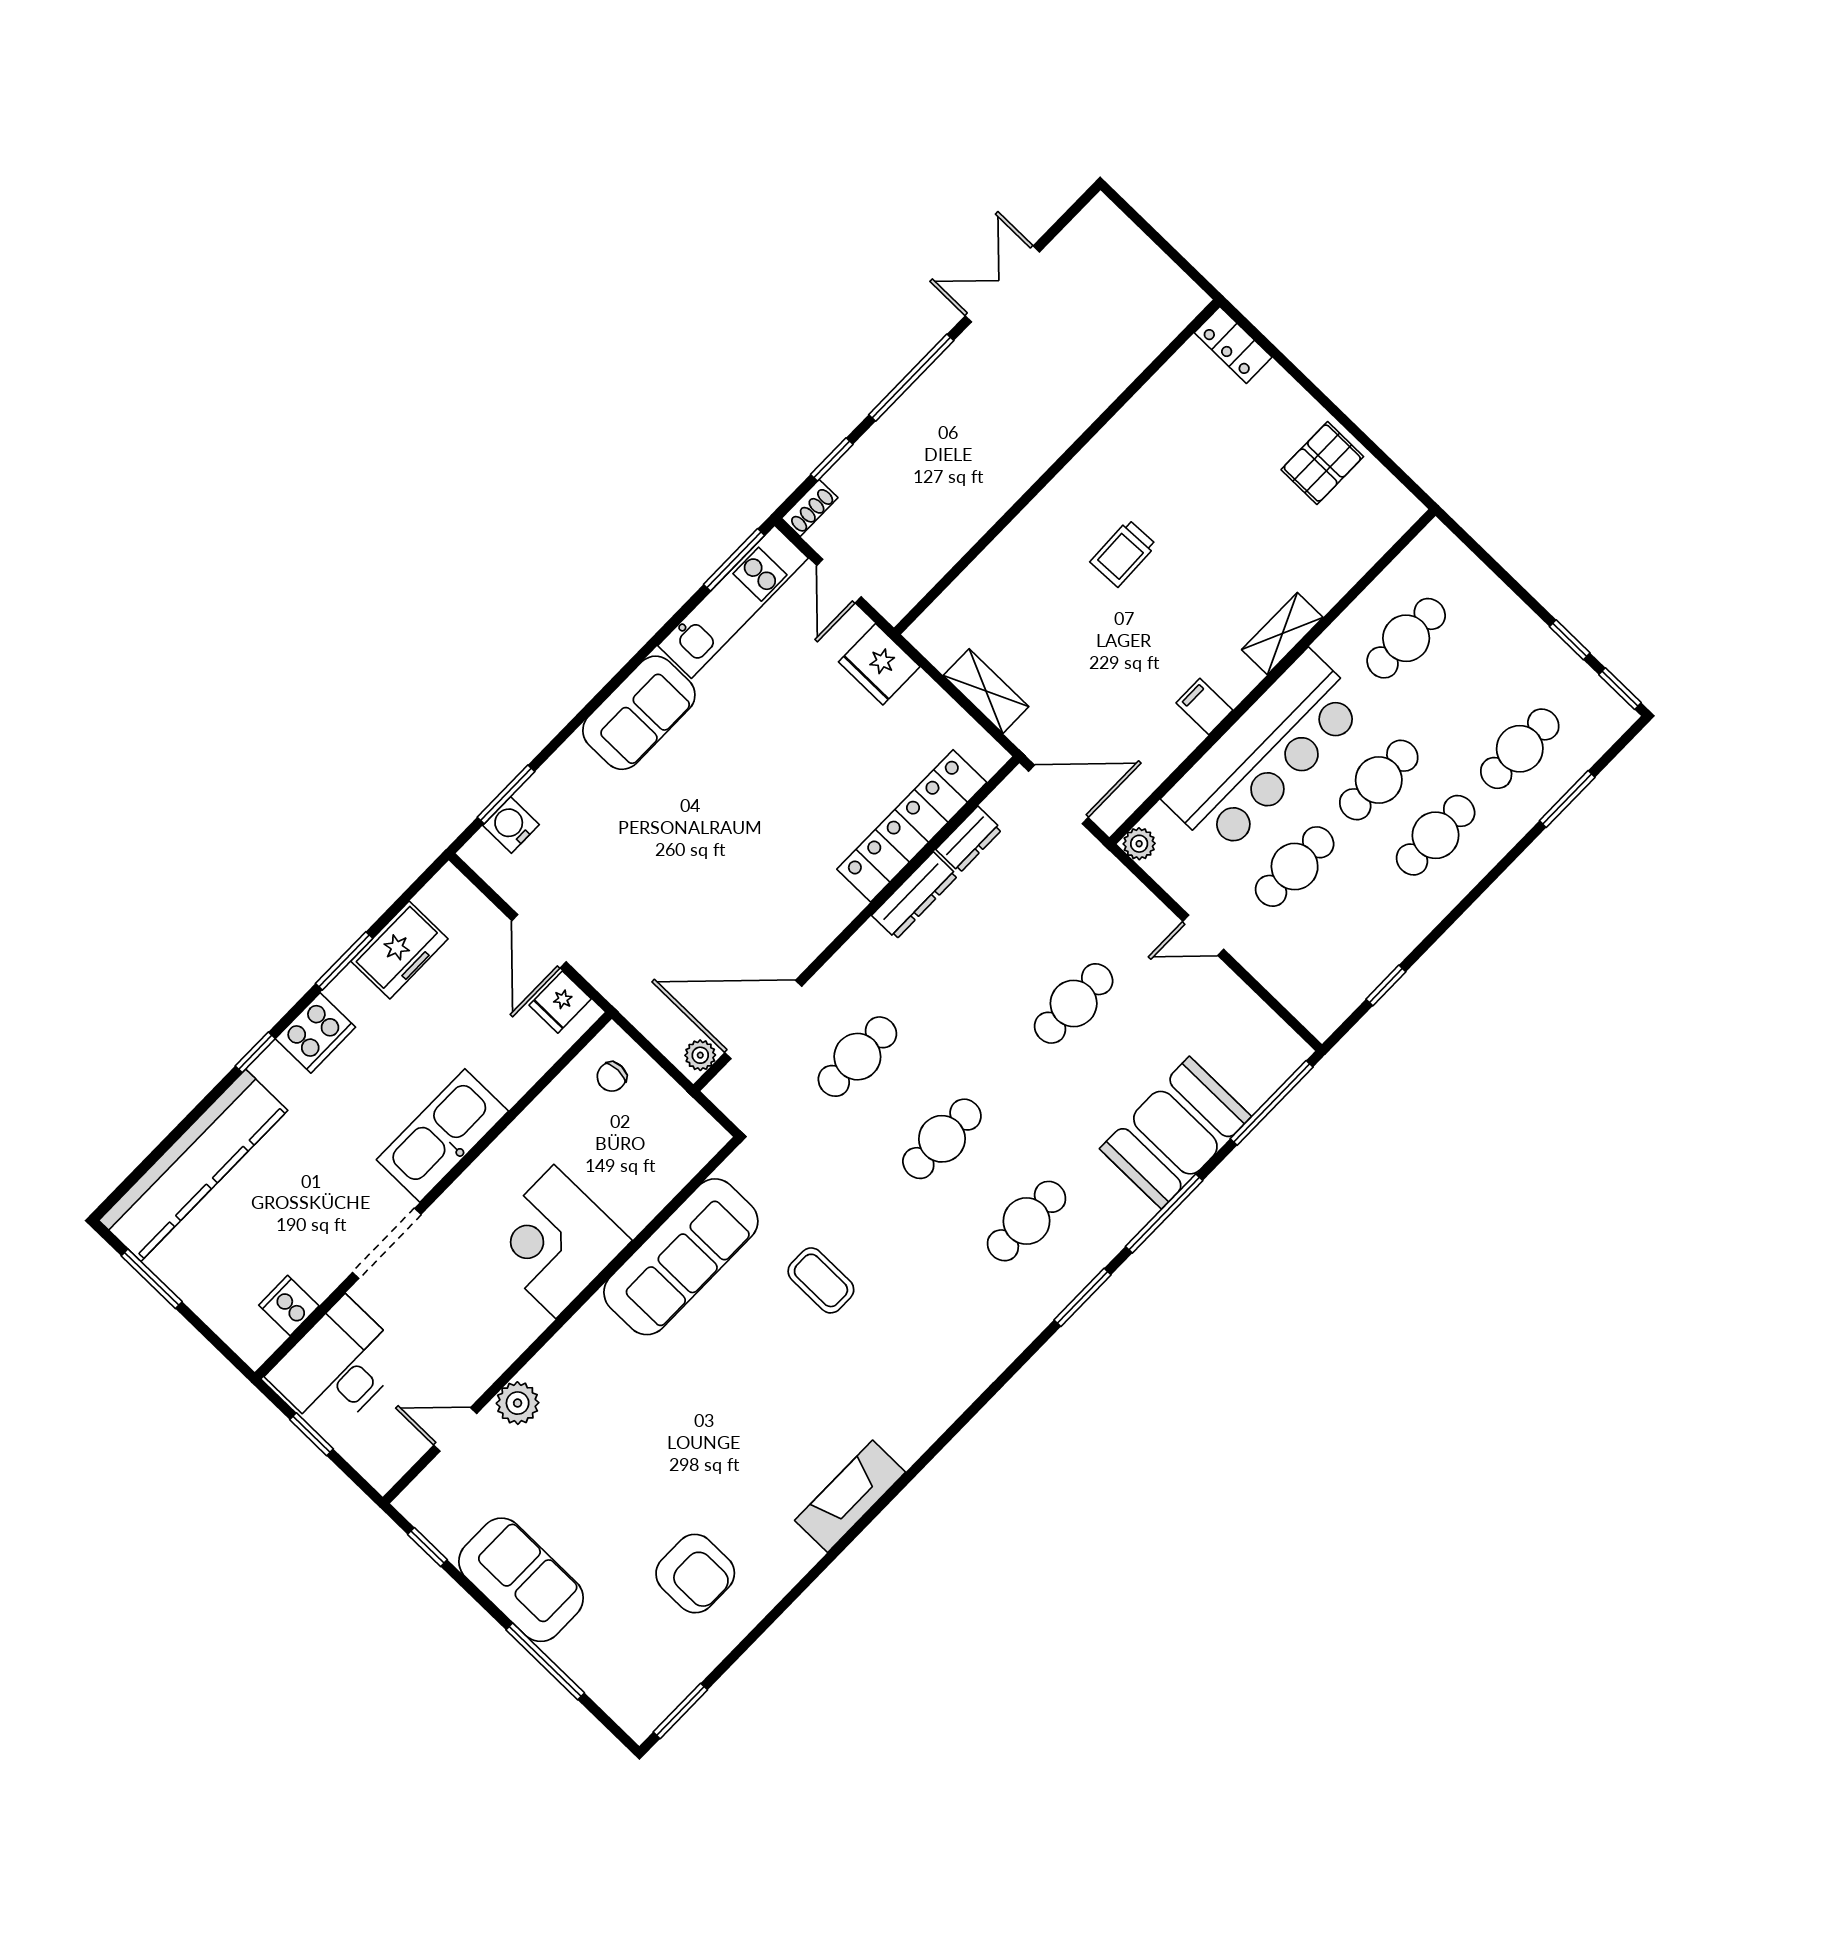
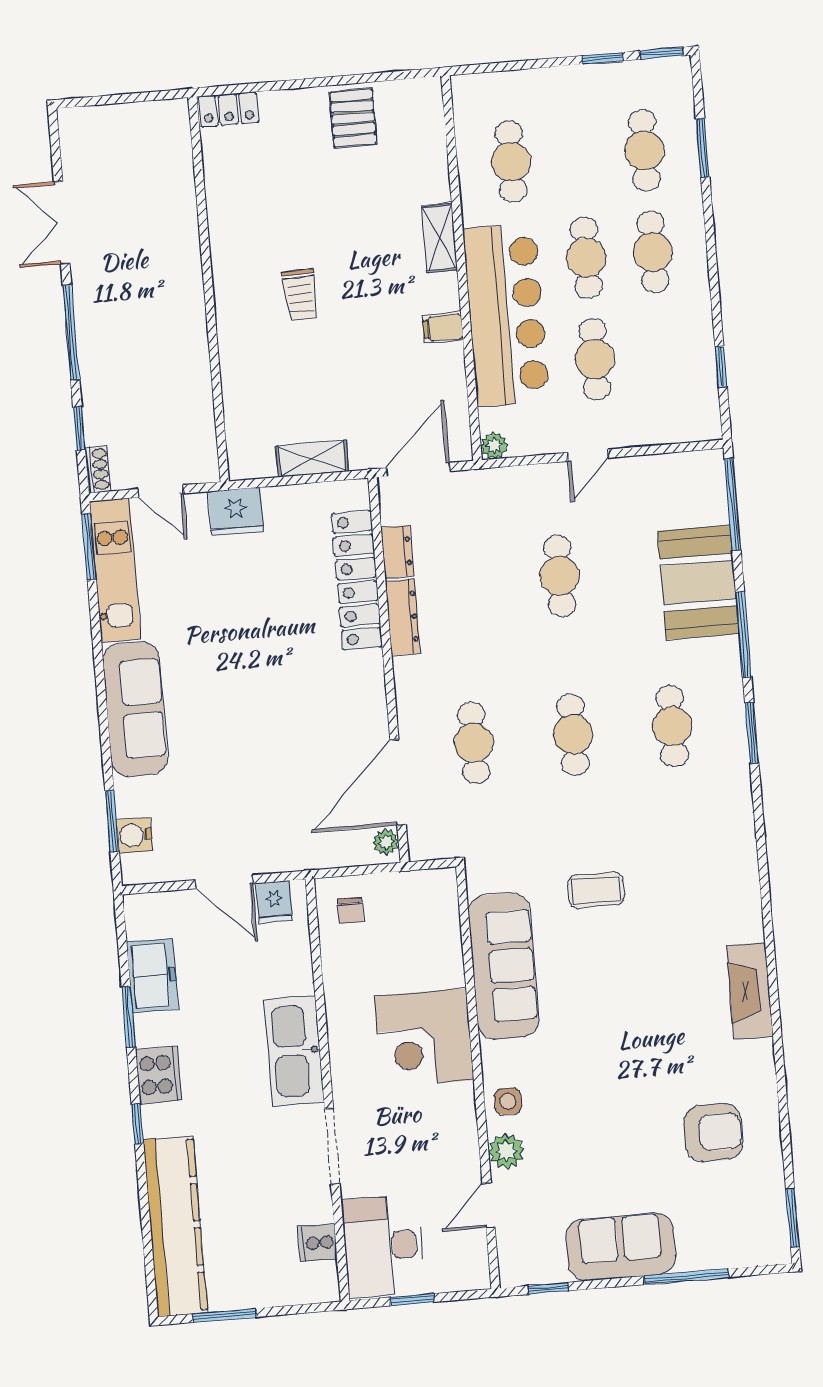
sofa: (639, 713) -> (135, 709), width x1.36
side table: (563, 1366) -> (508, 1101), added

